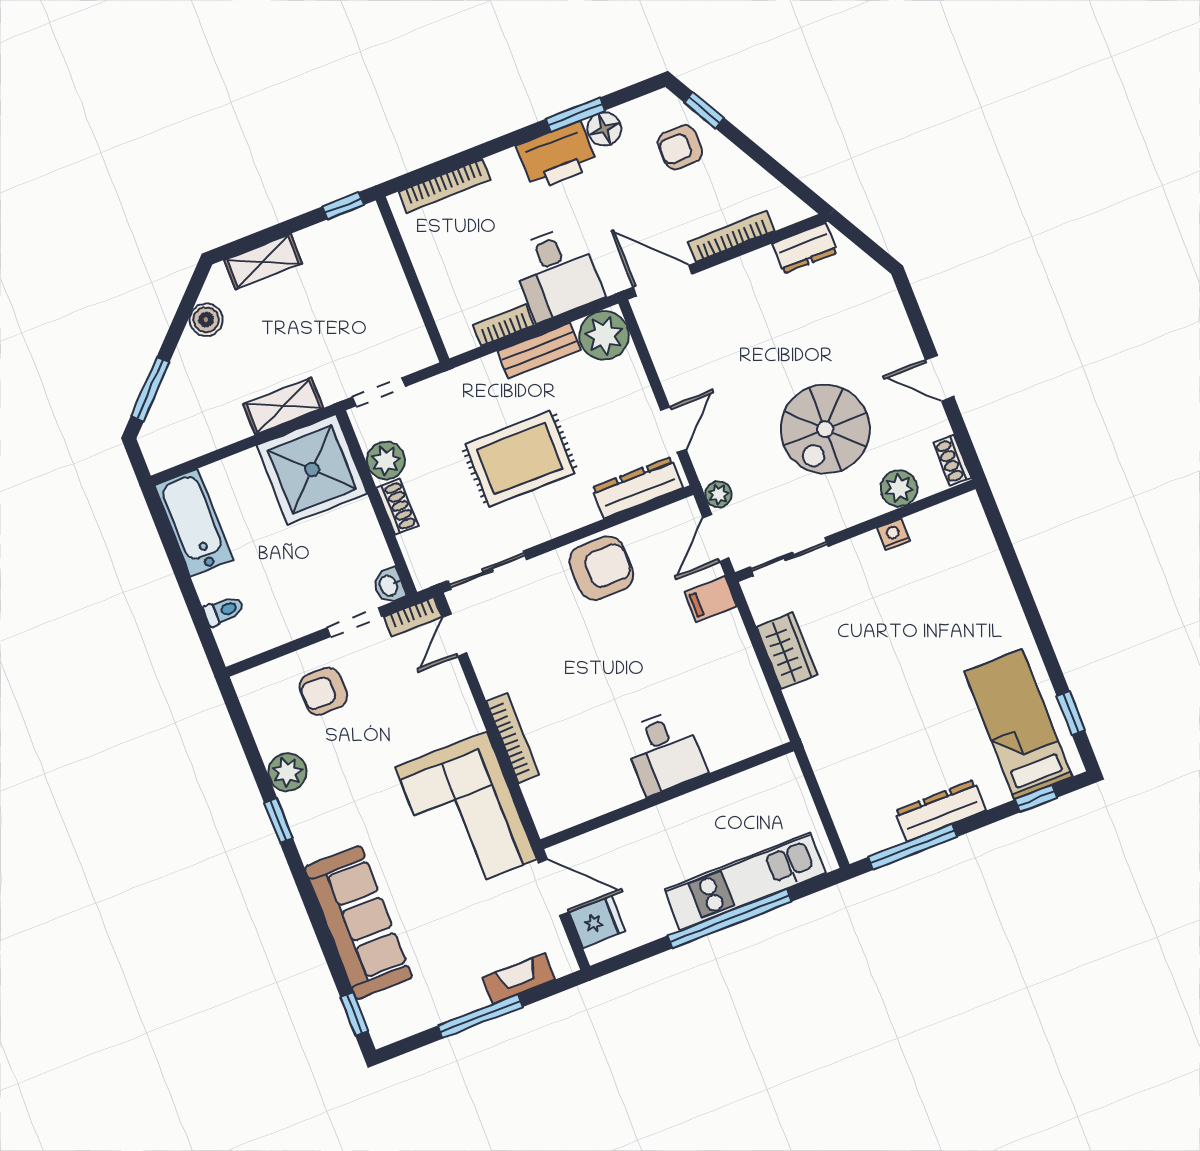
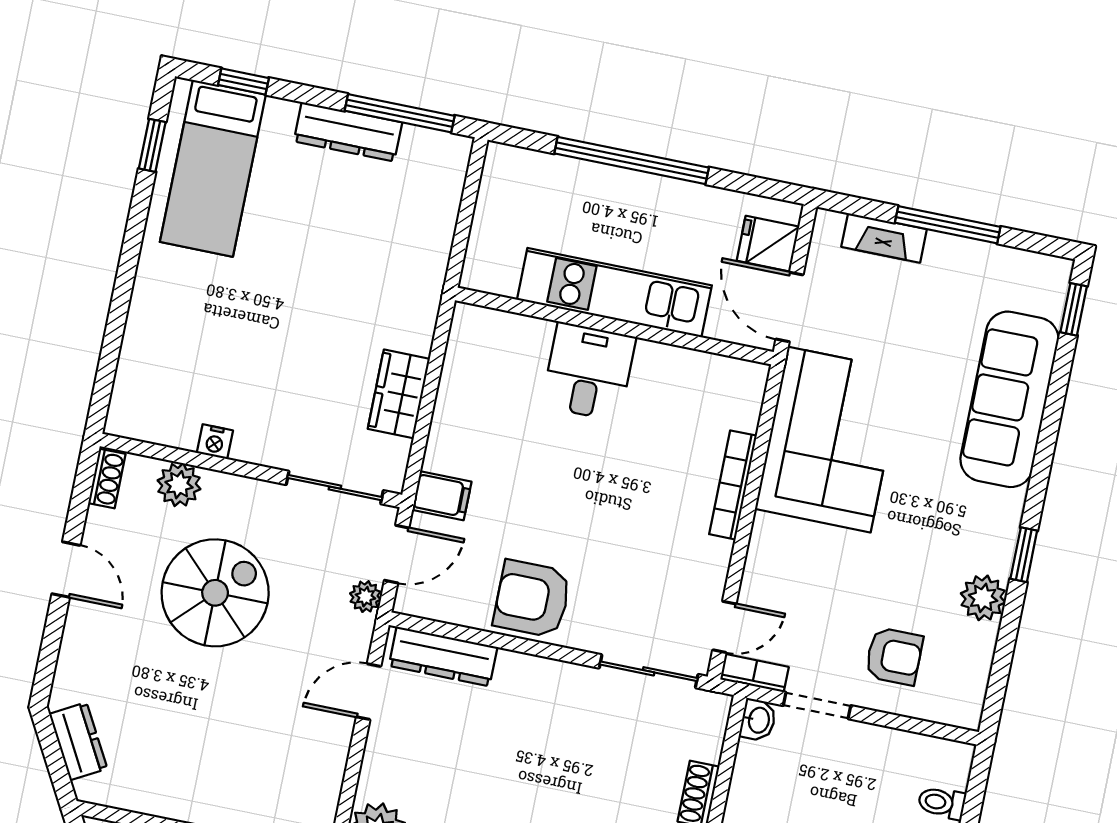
dresser: (805, 248) -> (78, 741), moved, turned 61
rug: (520, 459) -> (543, 763), removed
kitchen unit: (745, 881) -> (614, 293), moved, turned 180

